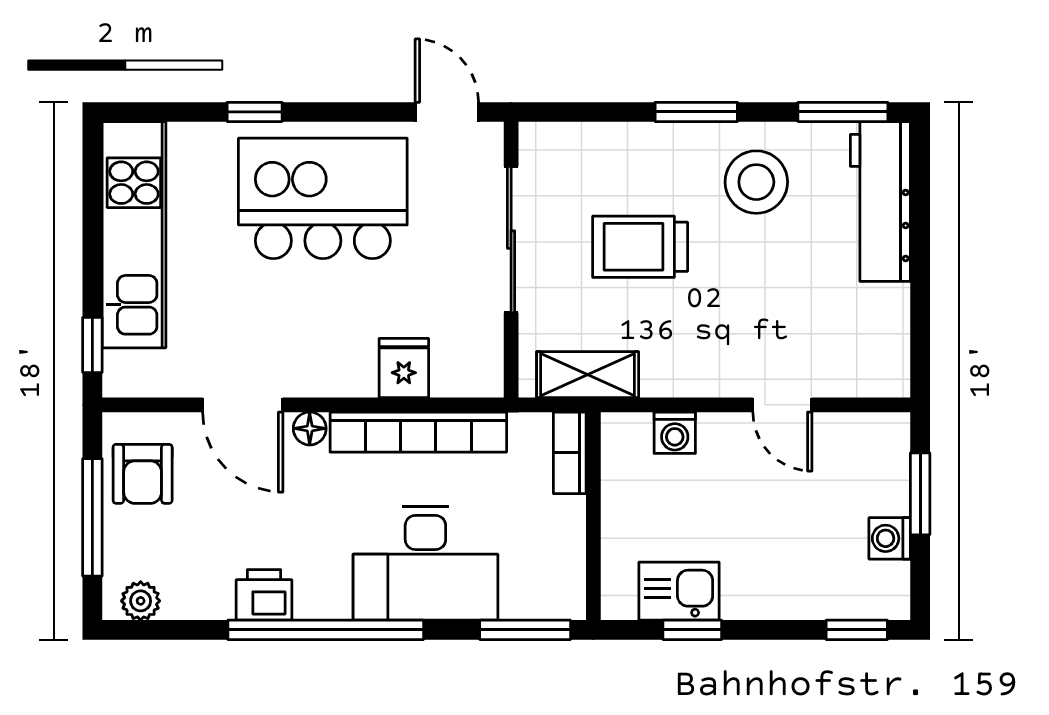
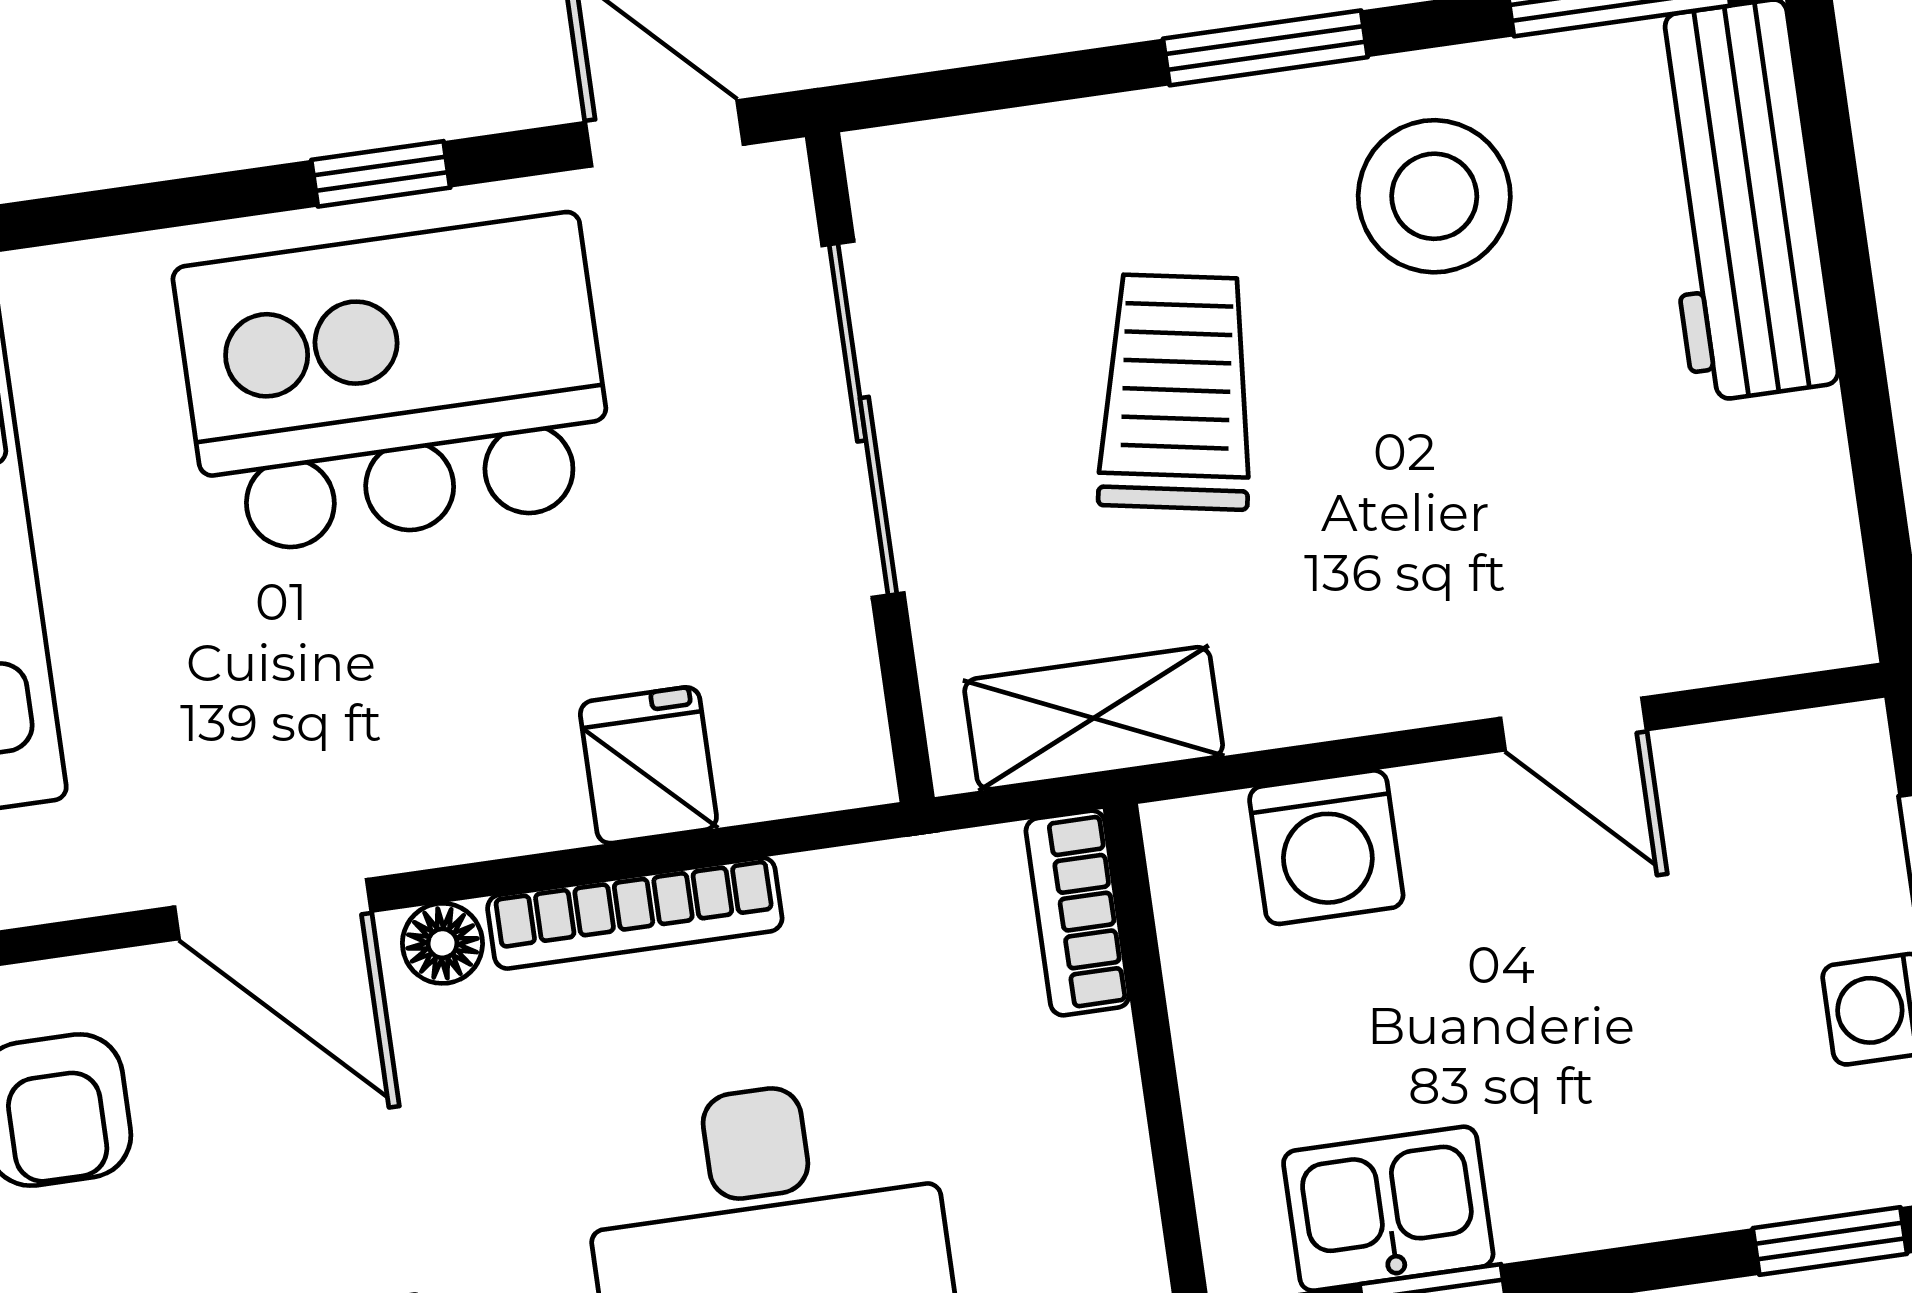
window: (255, 112) -> (381, 174), moved
trolley: (640, 247) -> (1176, 392), turned 100
bookcase: (418, 432) -> (635, 913), width x0.68, depth x0.76
washing machine: (675, 433) -> (1326, 847), width x1.38, depth x1.38

